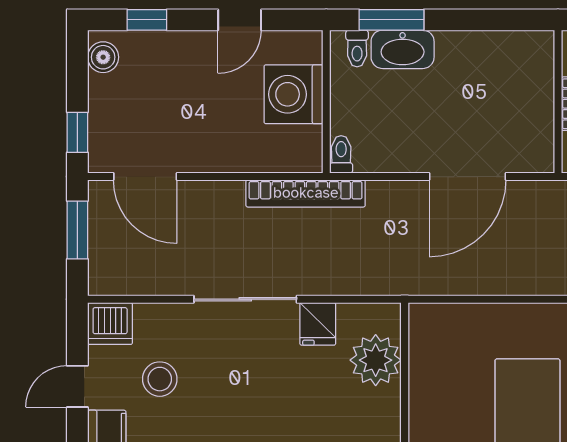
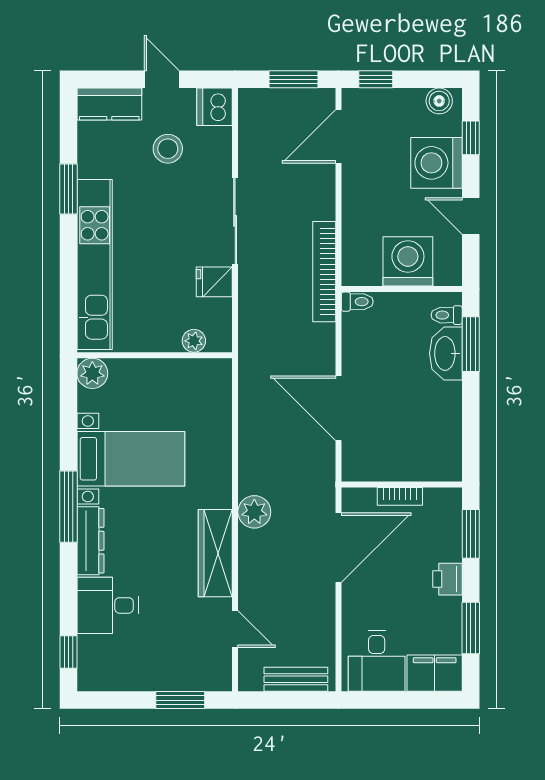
washing machine: (177, 60) -> (437, 163), added
plant: (376, 360) -> (194, 341), width x0.53, depth x0.53

